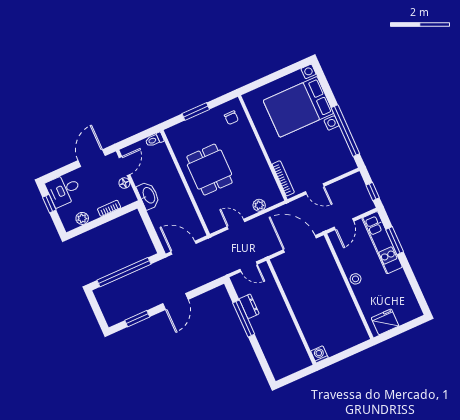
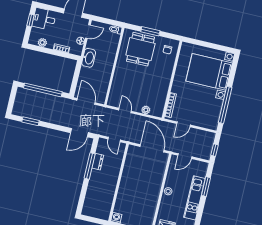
dining table: (209, 170) -> (140, 49), moved
door: (315, 189) -> (184, 124), hinge flipped
kitchen unit: (382, 243) -> (194, 198), moved
door: (175, 302) -> (79, 133), moved

